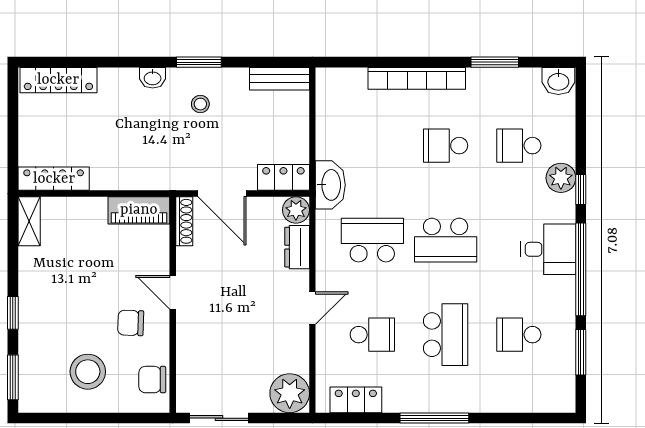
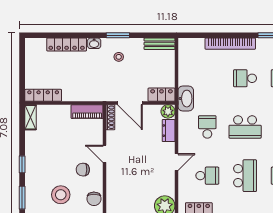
locker: (58, 80) -> (67, 45), moved
school desk: (372, 240) -> (207, 127), width x0.54
chair: (152, 380) -> (94, 199), turned -90

